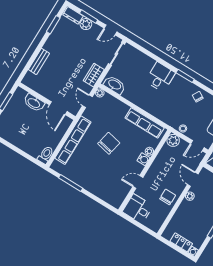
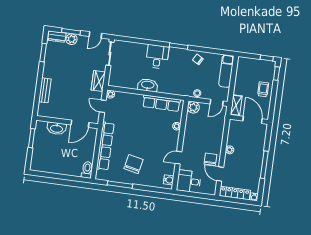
washbasin: (115, 85) -> (148, 85), moved
door: (58, 108) -> (80, 124), hinge flipped
chair: (109, 143) -> (134, 164), moved
water cooler: (144, 159) -> (169, 180), moved
door: (193, 179) -> (220, 174), moved
locker: (181, 242) -> (235, 193), width x1.53

